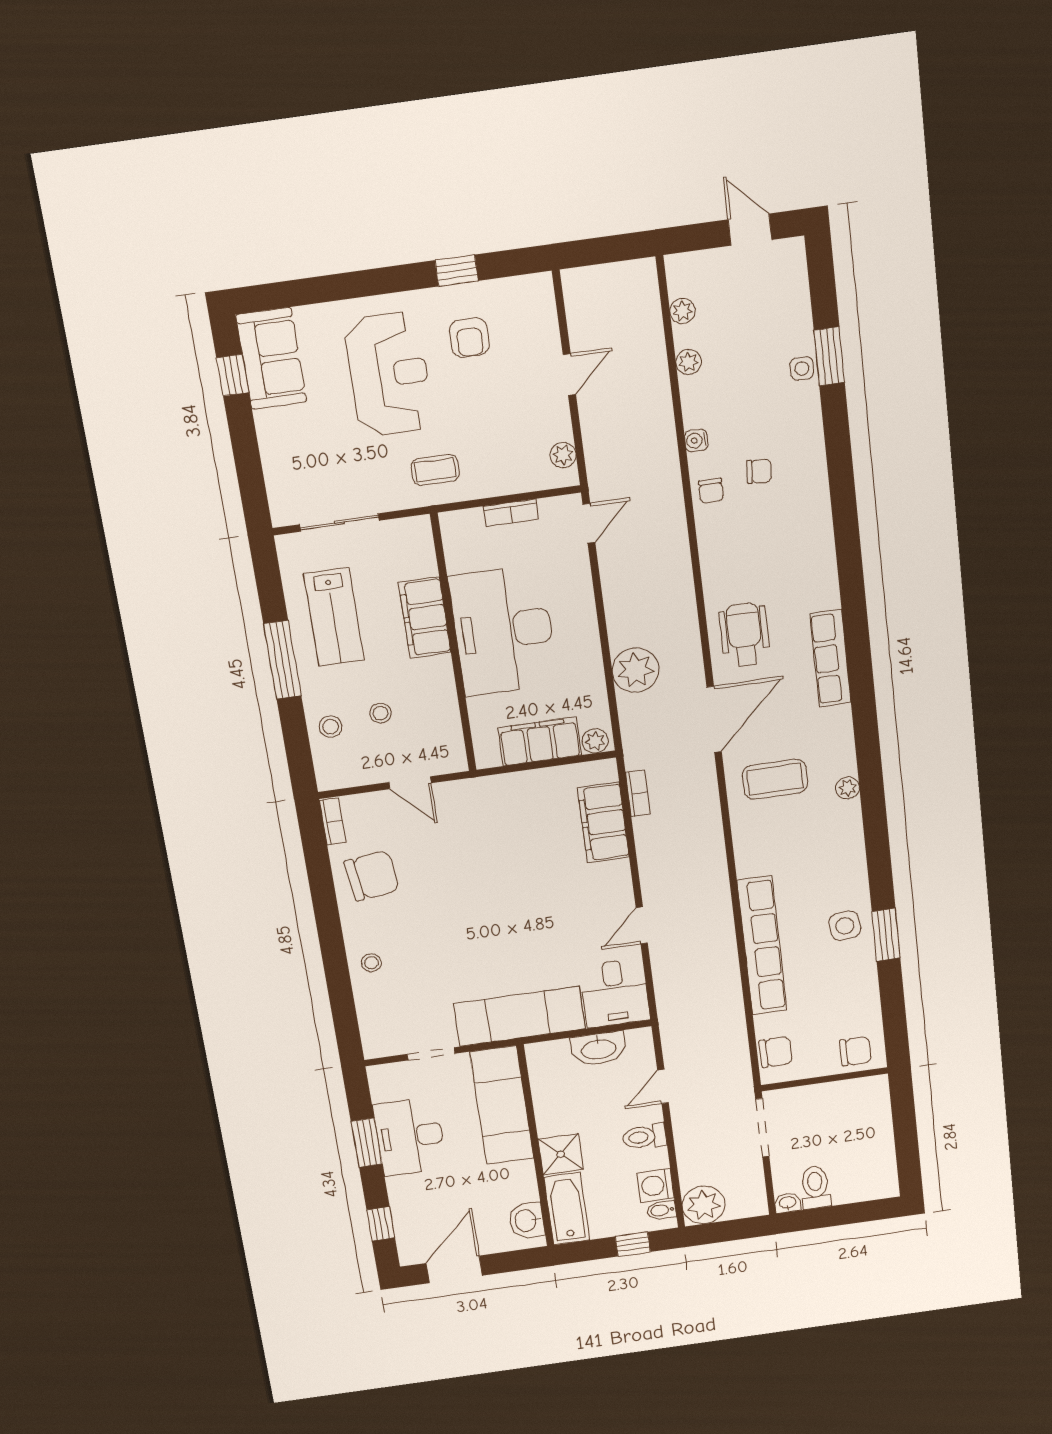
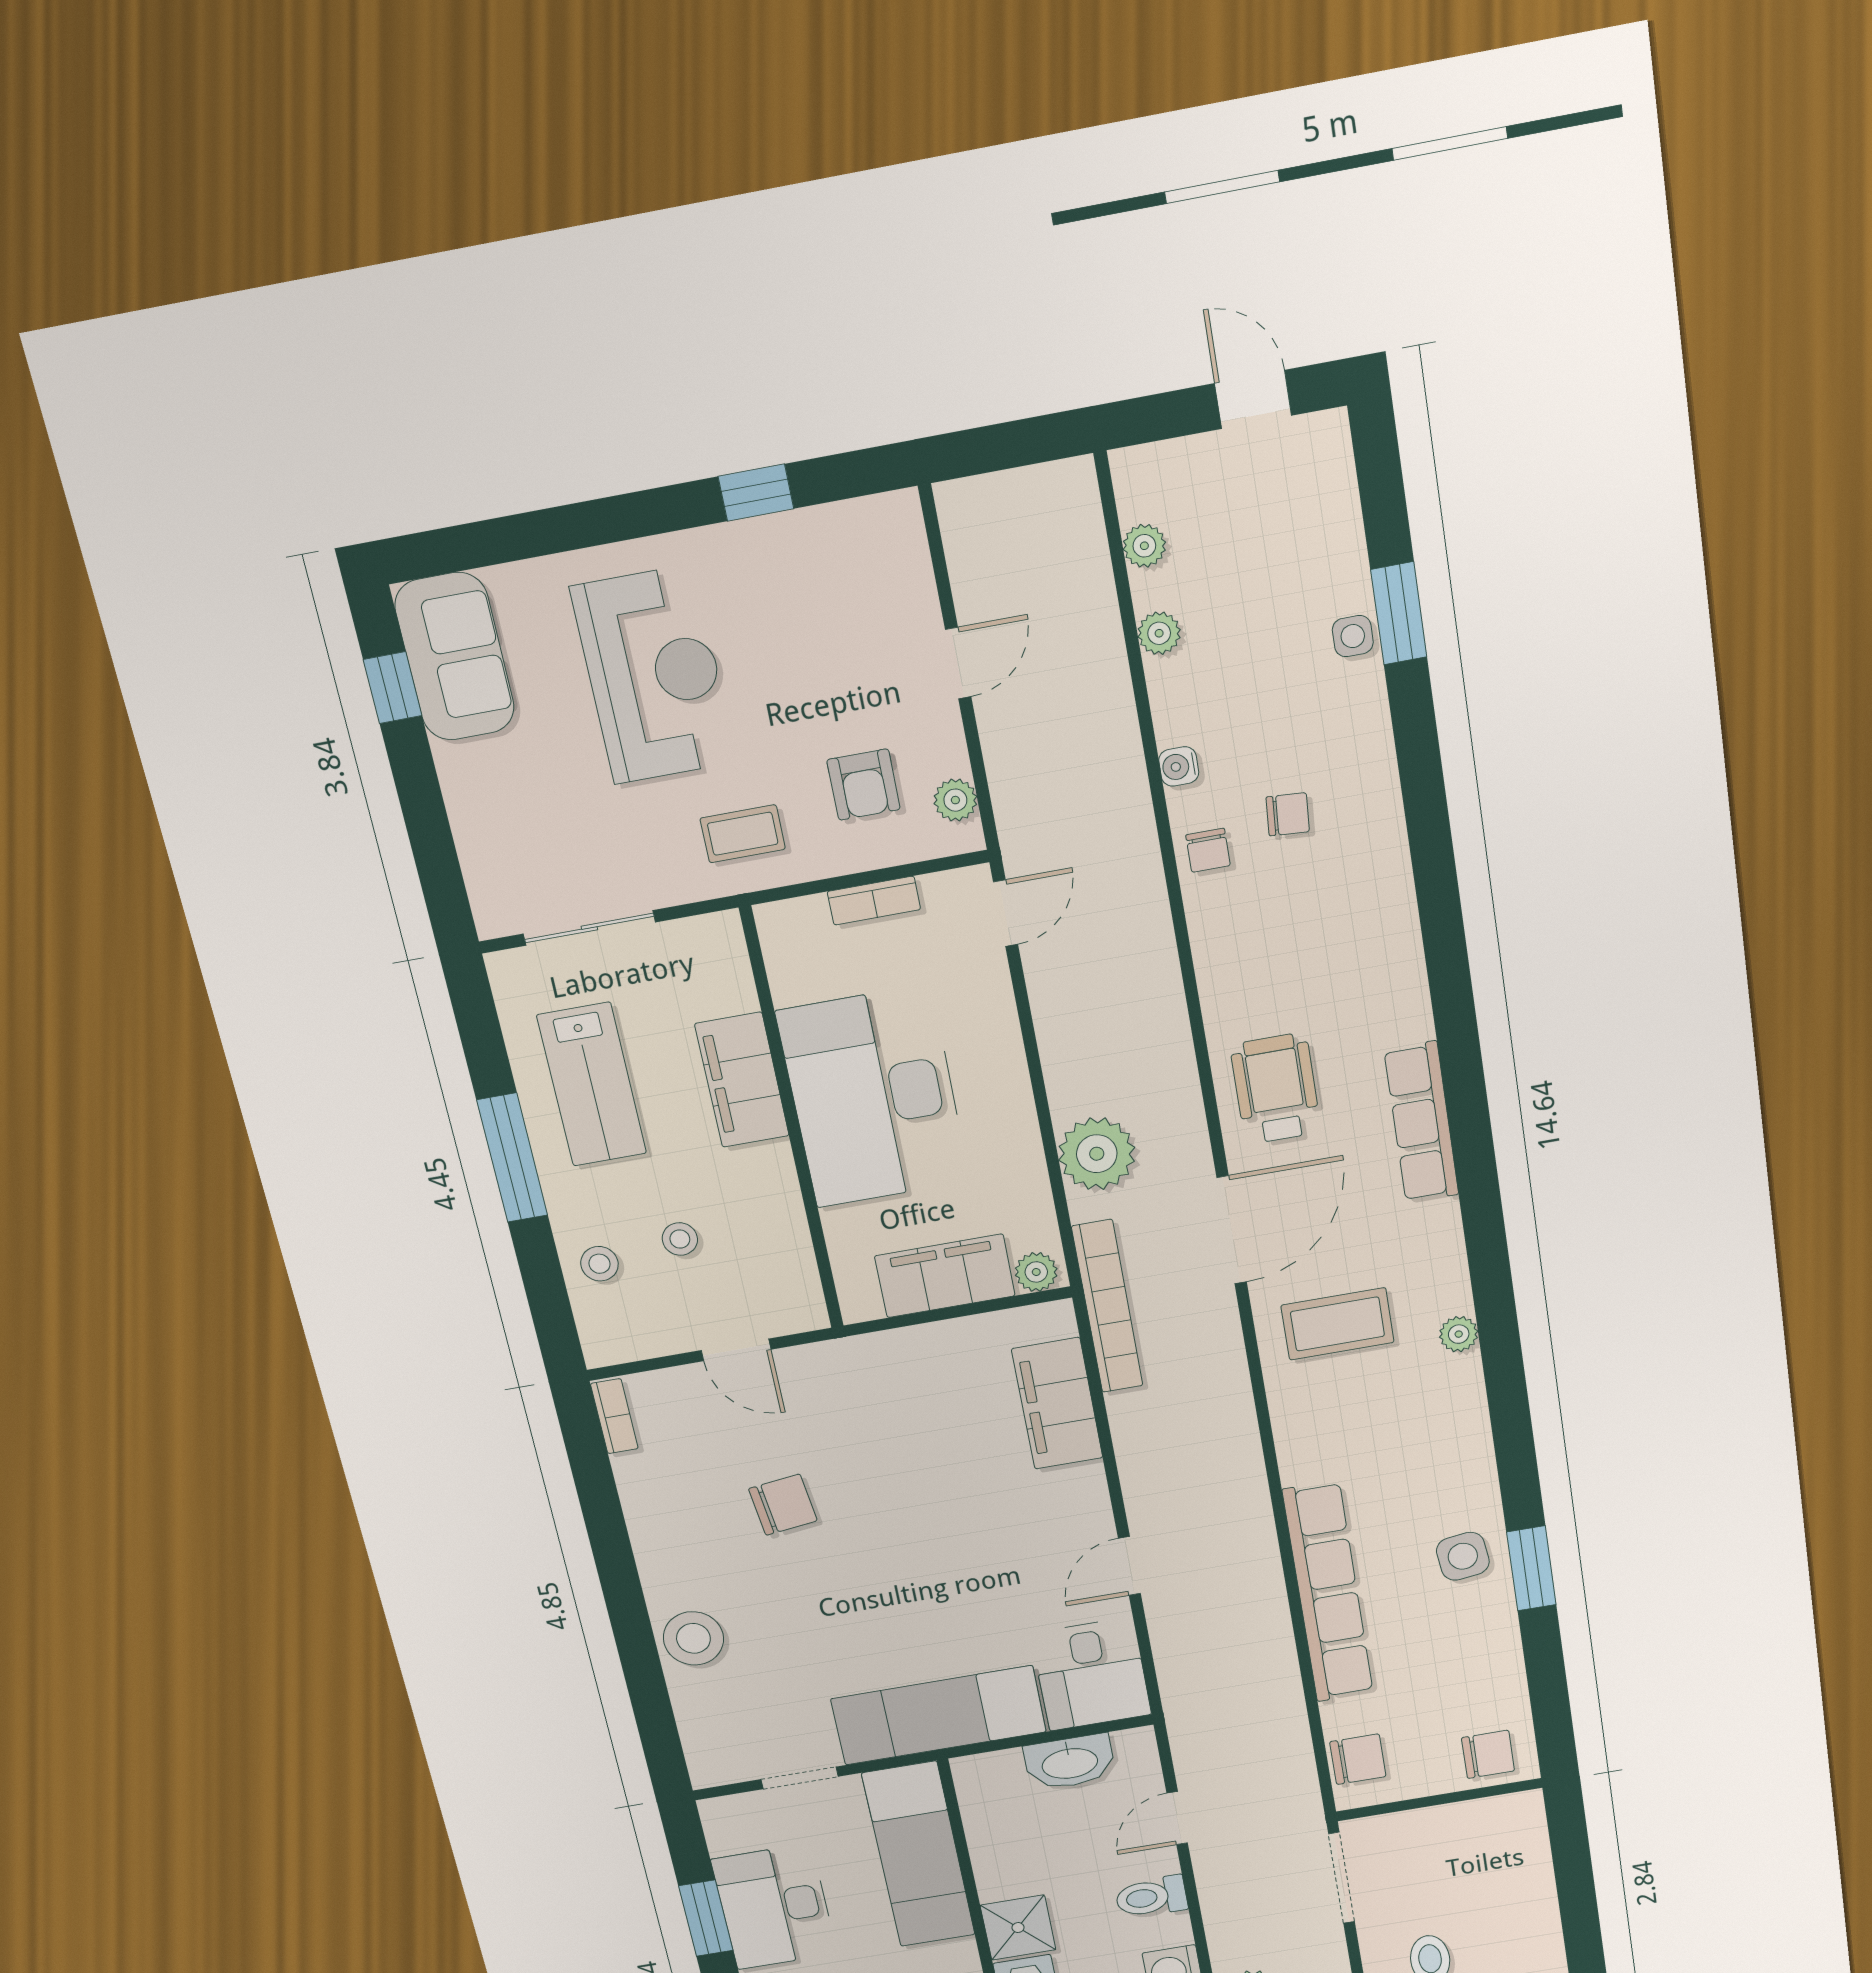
armchair: (469, 337) -> (864, 785), moved
bookcase: (638, 793) -> (1107, 1306), width x2.31, depth x1.31
chair: (372, 876) -> (783, 1505), moved, width x0.73, depth x0.73
stool: (371, 963) -> (693, 1638), width x1.89, depth x1.89

